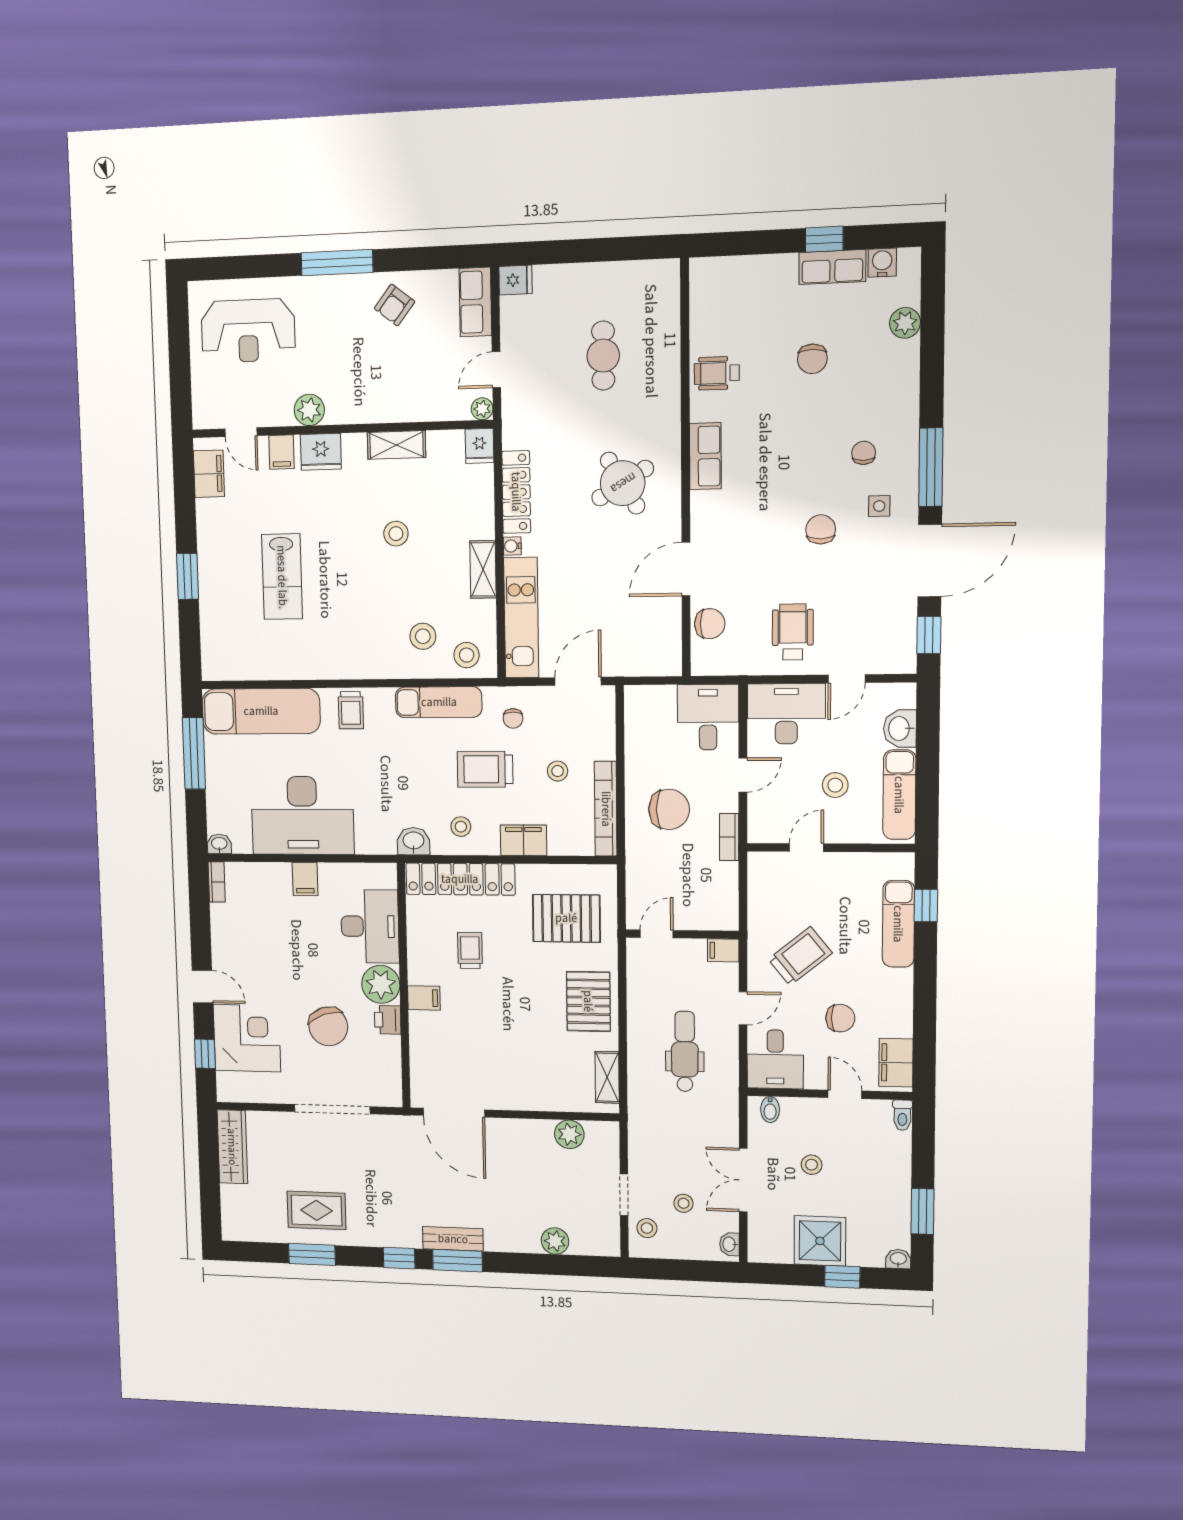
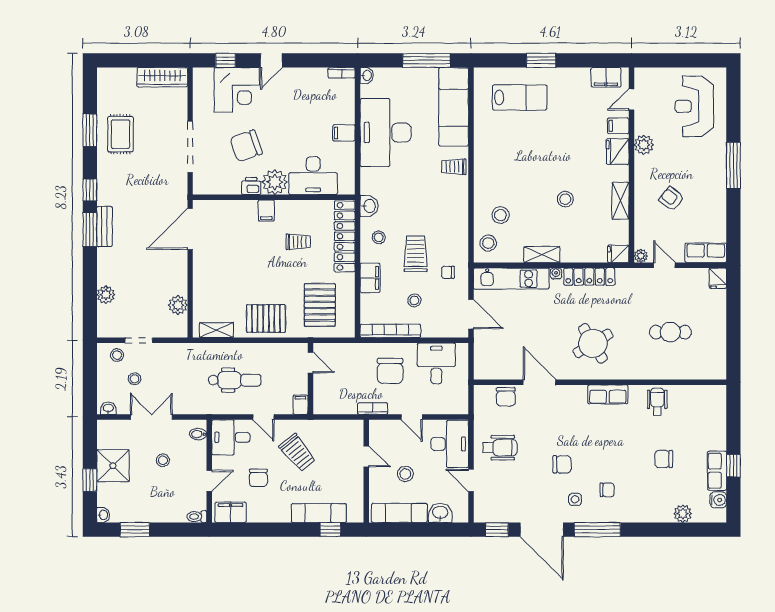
armchair: (394, 305) -> (671, 199), moved
lab bench: (282, 577) -> (520, 97), moved, turned 180
exam couch: (439, 702) -> (459, 224), removed
desk: (708, 717) -> (436, 363), moved, turned -90

